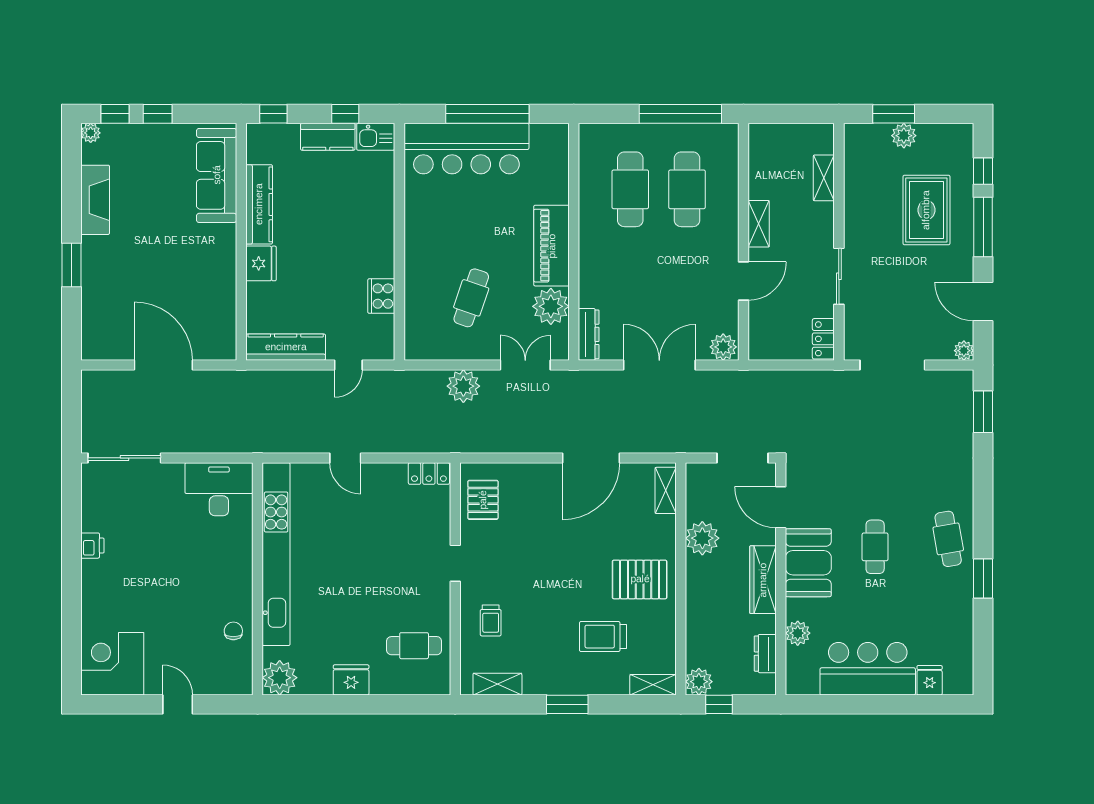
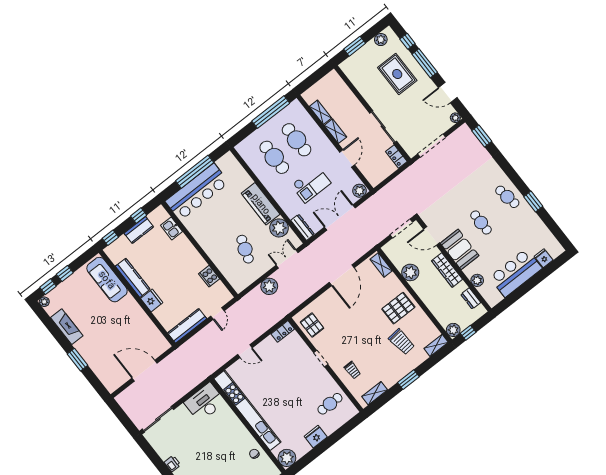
plant: (904, 136) -> (381, 40), moved
kitchen sink: (376, 137) -> (172, 228), moved, turned 90
shelving: (824, 178) -> (320, 112), moved
sliding door: (839, 276) -> (383, 127), width x1.37
checkout: (655, 277) -> (311, 184), added
trolley: (603, 637) -> (402, 342), turned -96

